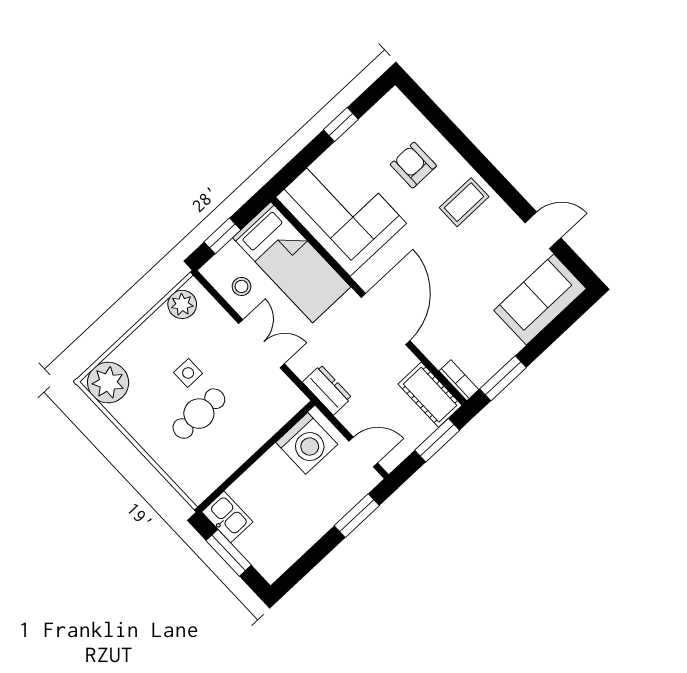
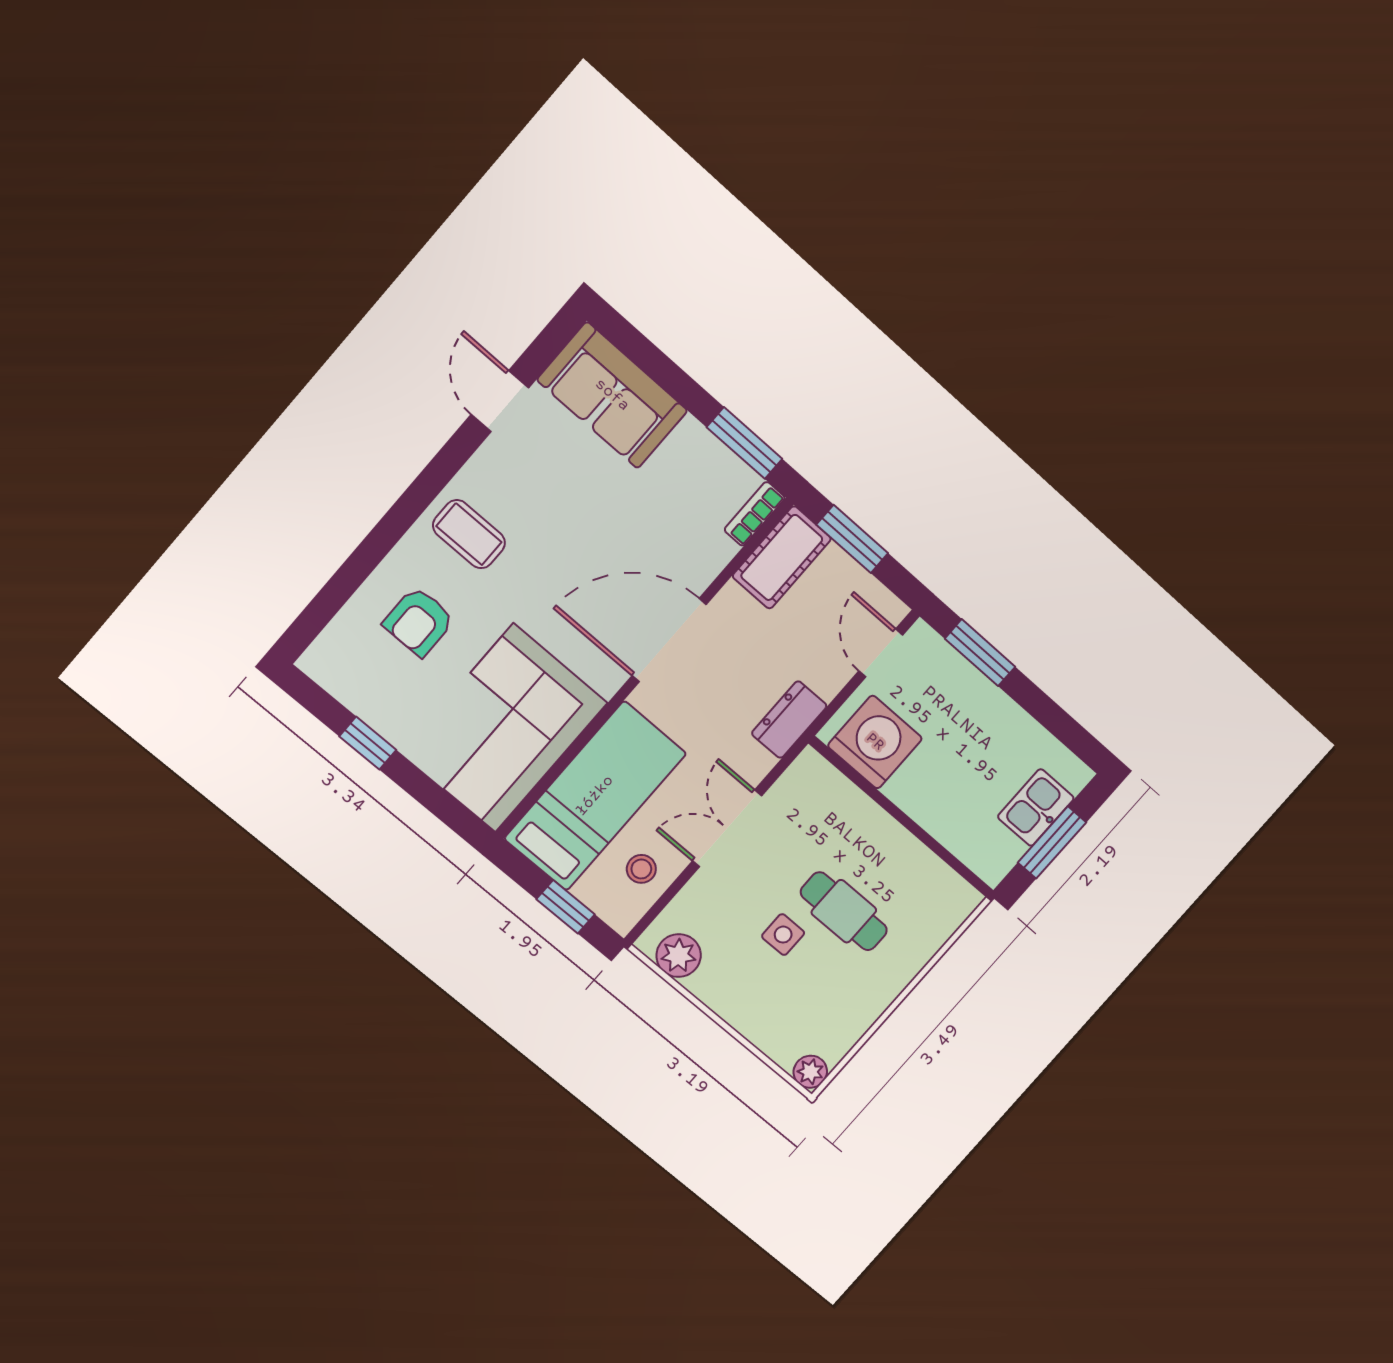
plant: (108, 383) -> (810, 1072), width x0.53, depth x0.53
kitchen sink: (227, 517) -> (1036, 808), moved

